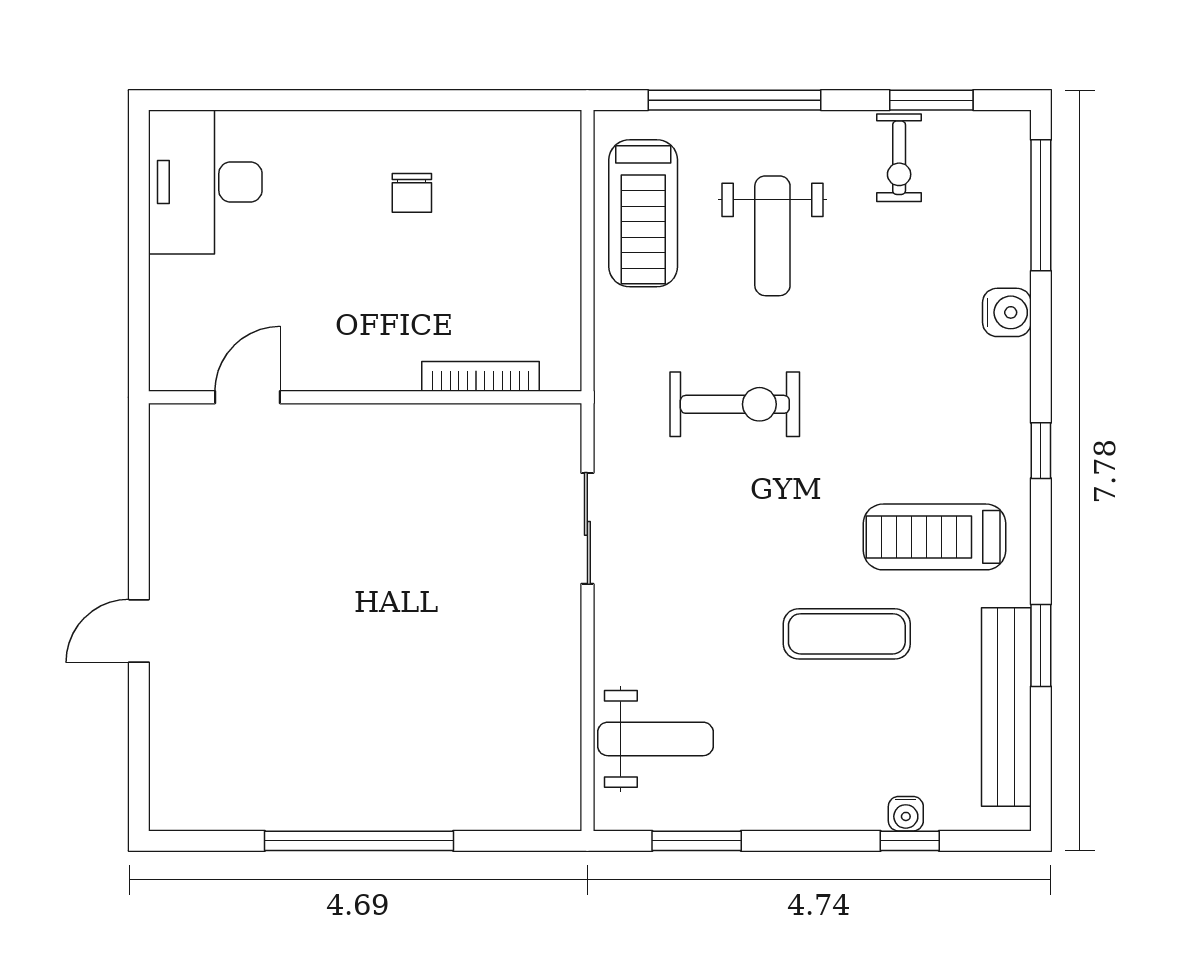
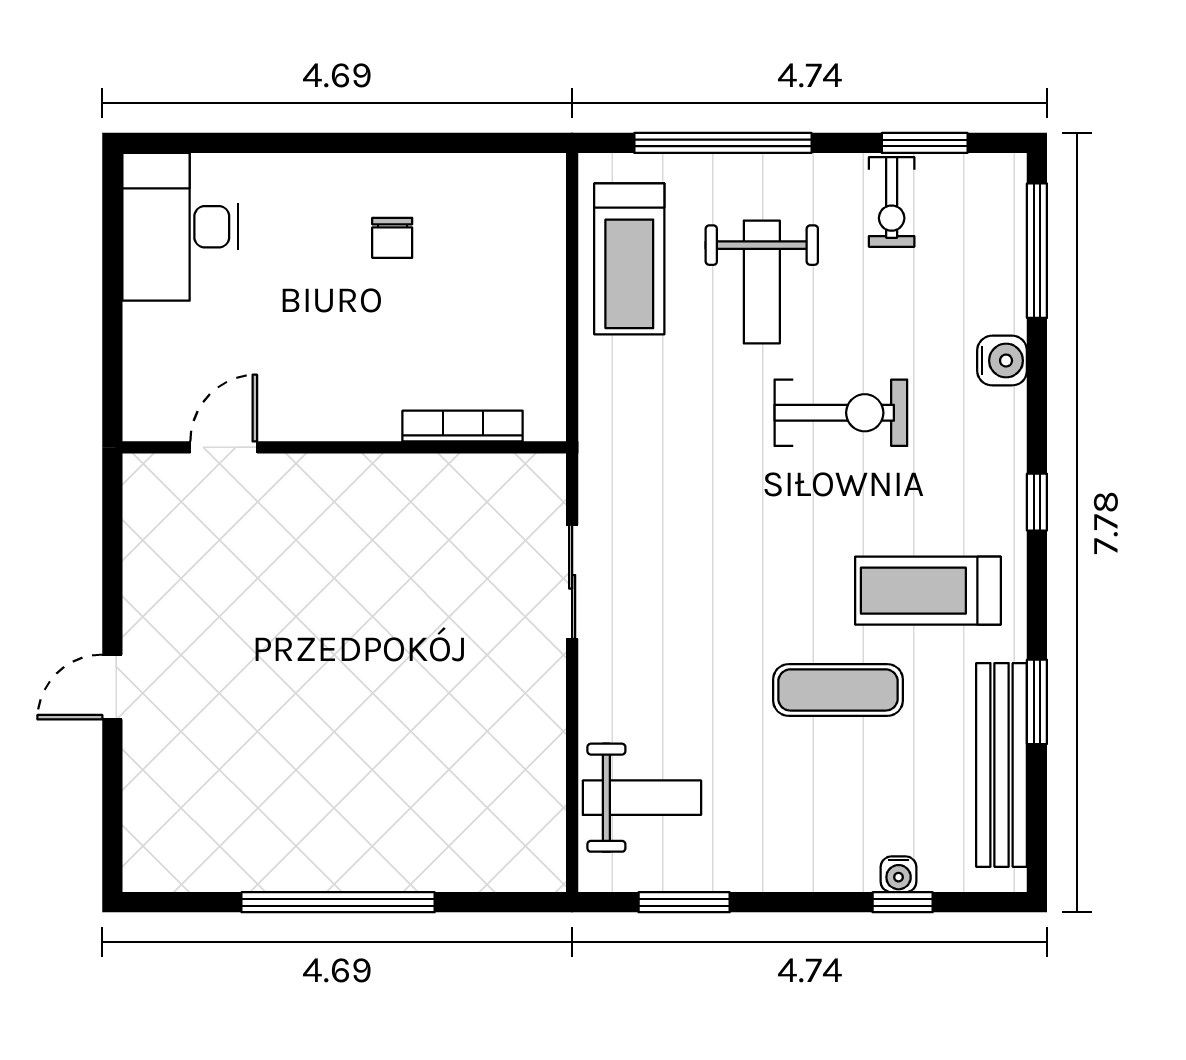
exercise bike: (735, 404) -> (841, 413), moved

